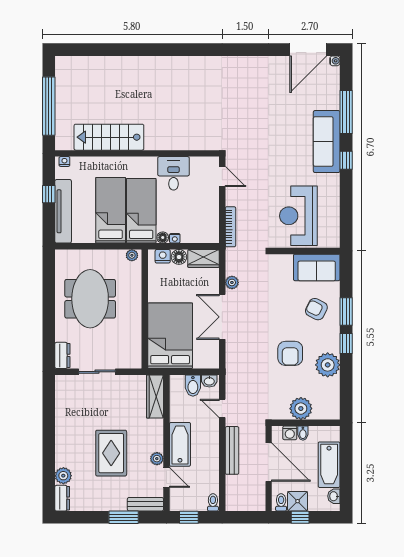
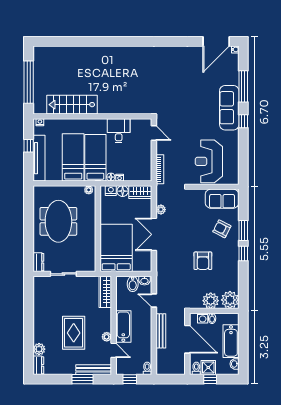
plant: (328, 365) -> (230, 300), moved
bench: (145, 504) -> (94, 370), width x1.36

